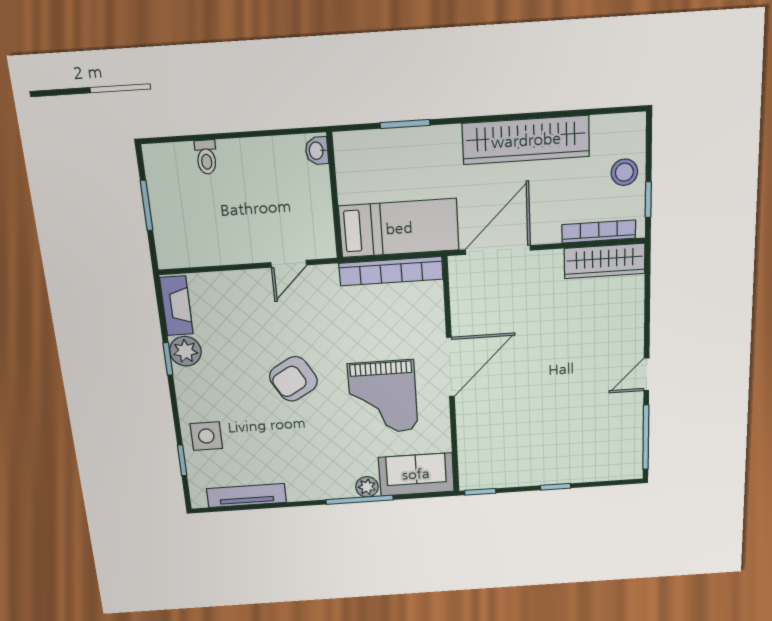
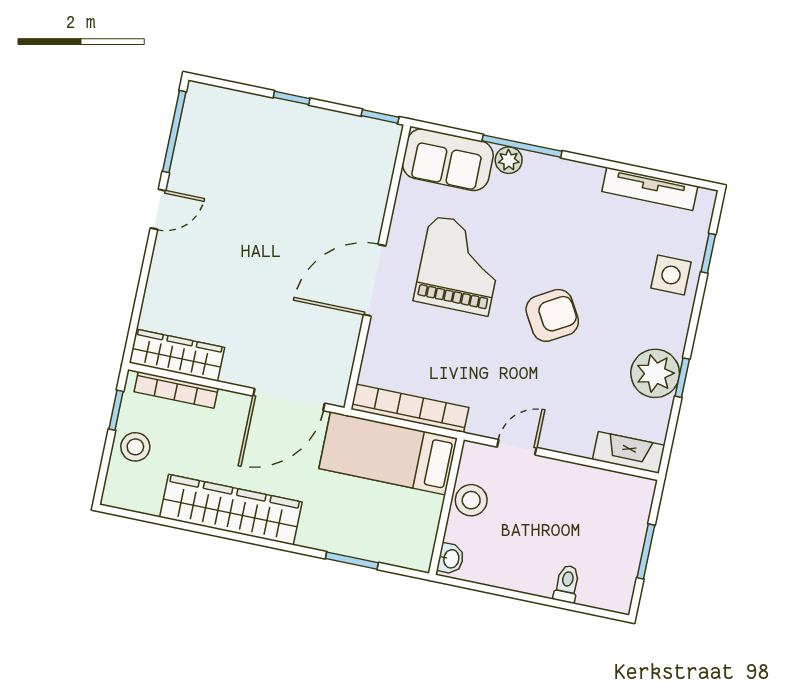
stool: (314, 208) -> (471, 500), added
fireplace: (176, 306) -> (629, 453), moved, turned 90
plant: (185, 351) -> (655, 373), width x1.36, depth x1.36

